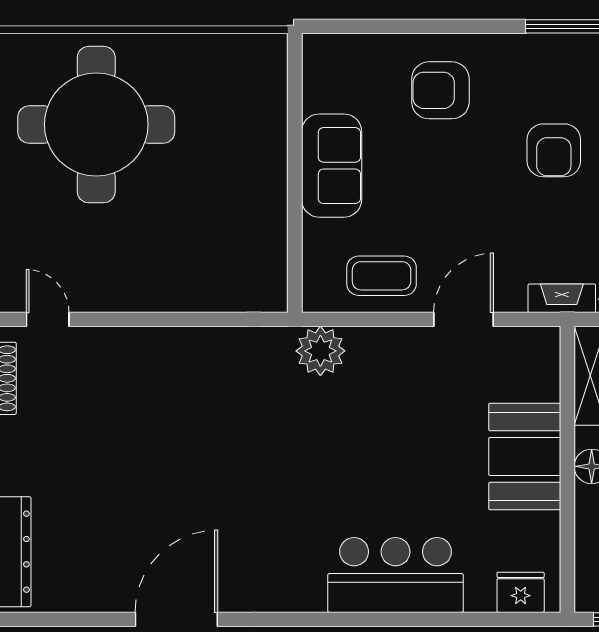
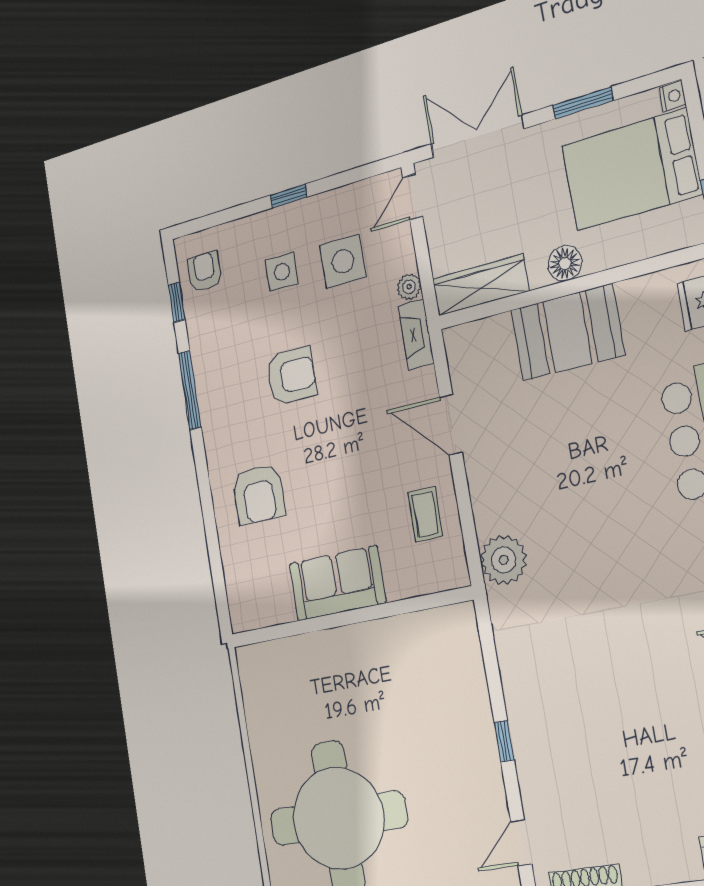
coffee table: (382, 276) -> (425, 514), width x0.73, depth x0.77
window: (146, 319) -> (504, 741), added

